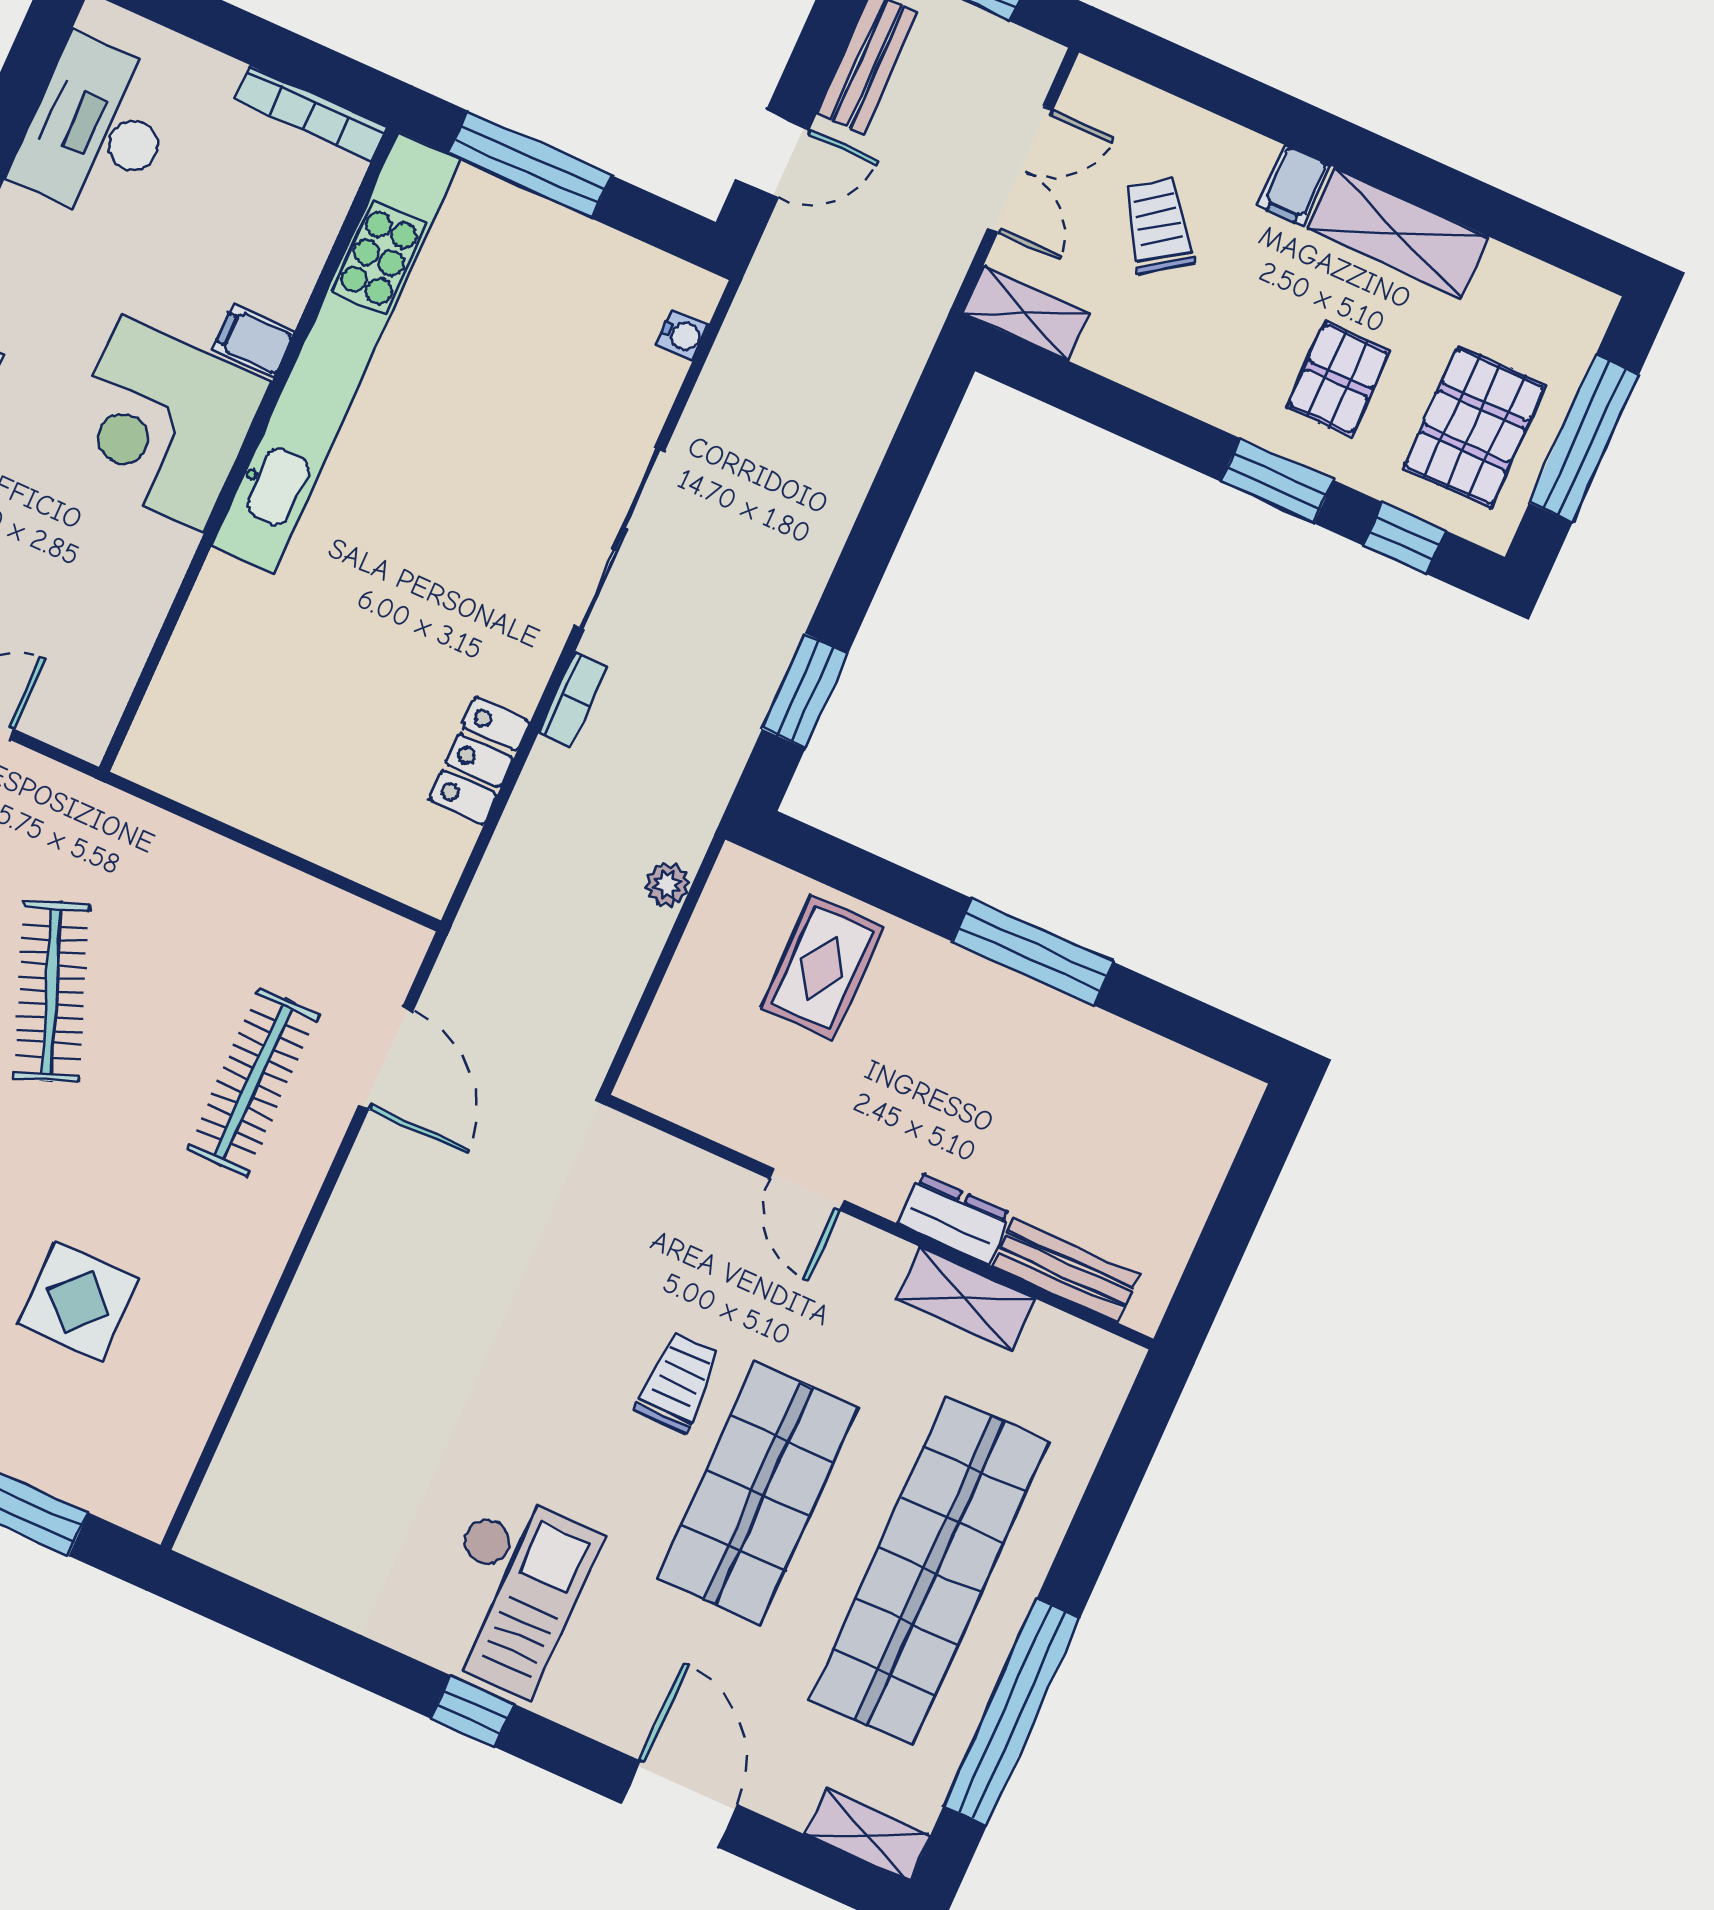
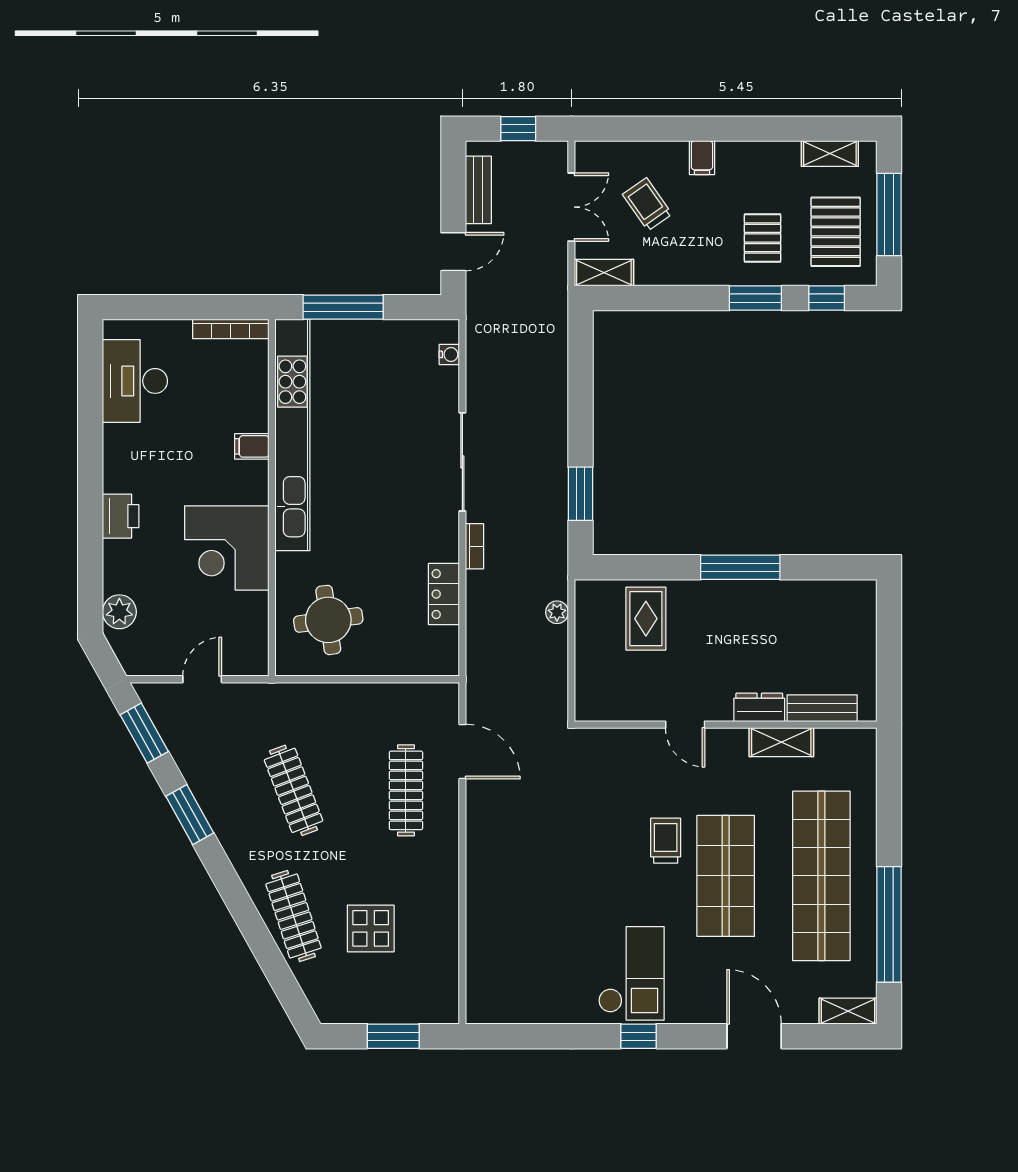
shelving: (1398, 233) -> (830, 154), moved, width x0.67, depth x0.75
corner desk: (162, 424) -> (227, 548), moved
round table: (251, 714) -> (328, 620), added

